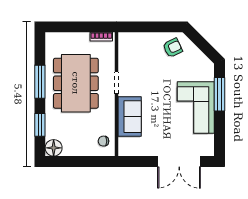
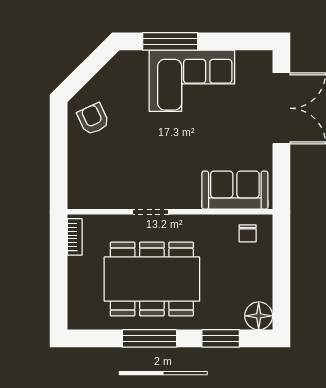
sofa: (130, 117) -> (235, 190), moved

